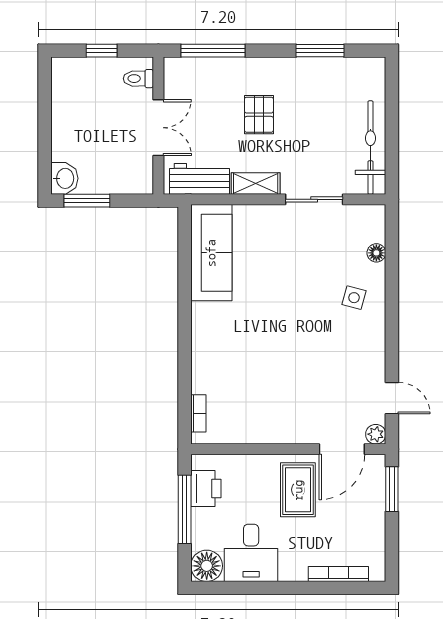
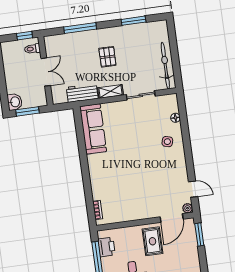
toilet: (138, 79) -> (32, 49), moved
wall: (158, 126) -> (46, 71), moved
double door: (158, 128) -> (46, 72), moved

